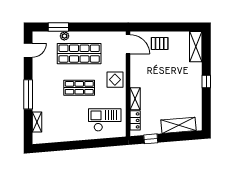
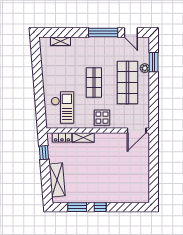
pallet: (160, 44) -> (137, 161), removed
shelving: (196, 47) -> (134, 197), removed
window: (28, 94) -> (103, 32), moved
window: (206, 105) -> (77, 207), added

